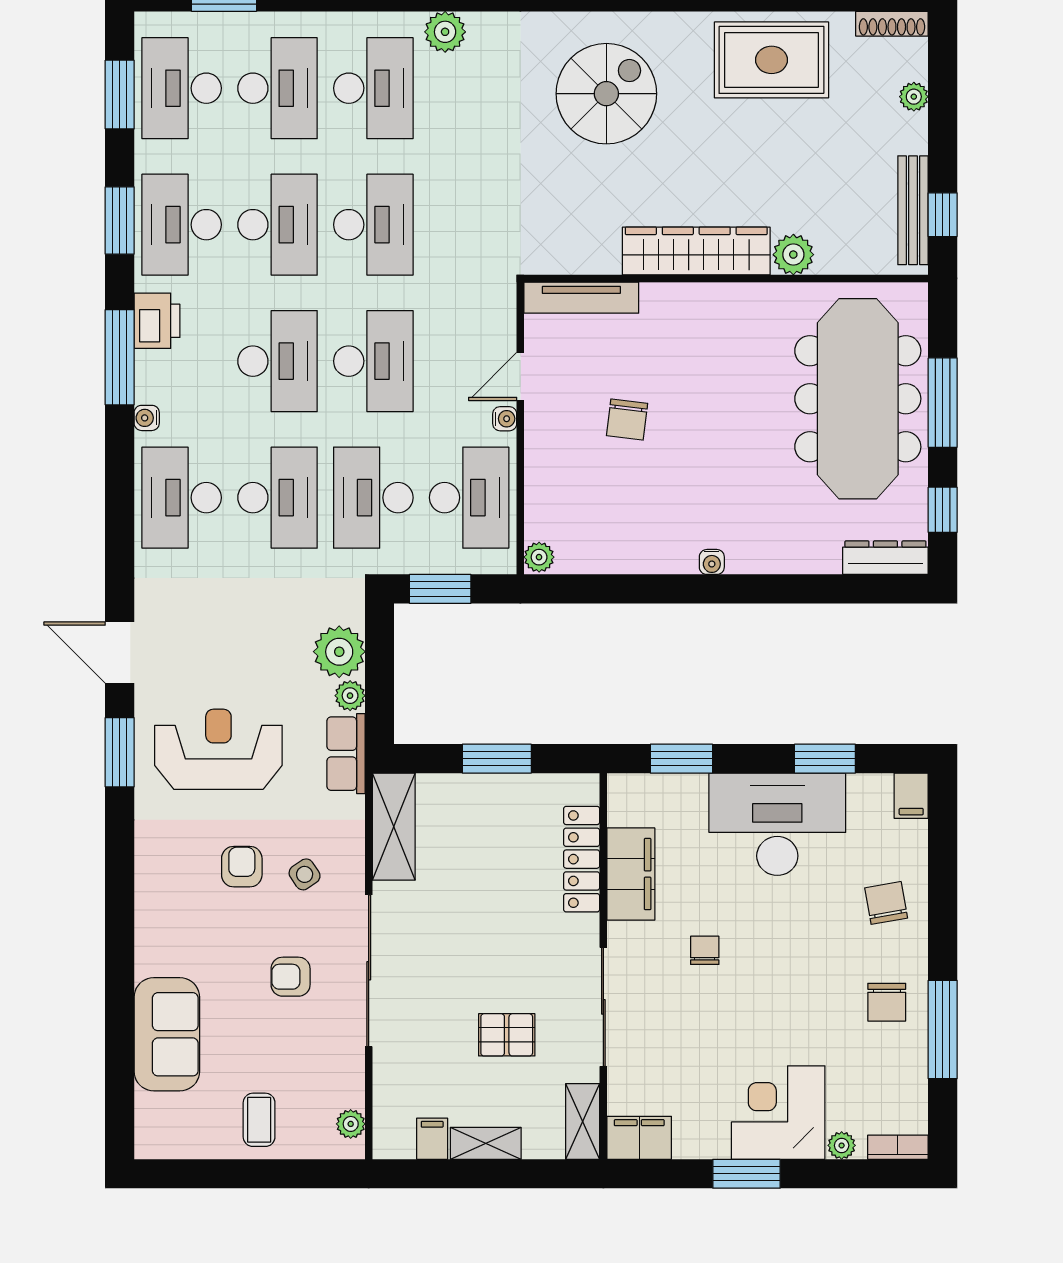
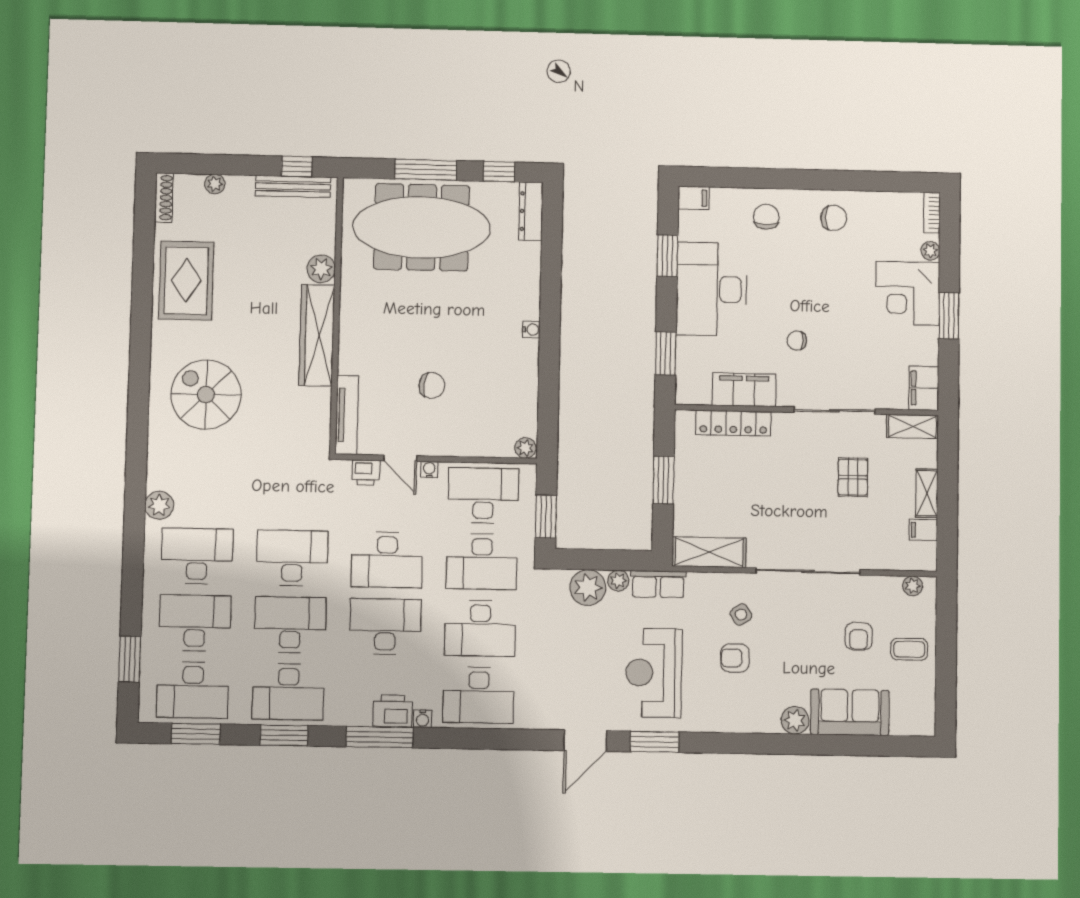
printer: (157, 321) -> (393, 711), moved
printer: (499, 328) -> (366, 472), added
desk: (373, 361) -> (387, 560), turned 180
desk: (277, 498) -> (480, 628), turned 180
chair: (886, 903) -> (766, 217), turned 100
plant: (154, 955) -> (795, 720), added
armchair: (291, 977) -> (859, 636), moved
window: (943, 1030) -> (853, 181), removed

